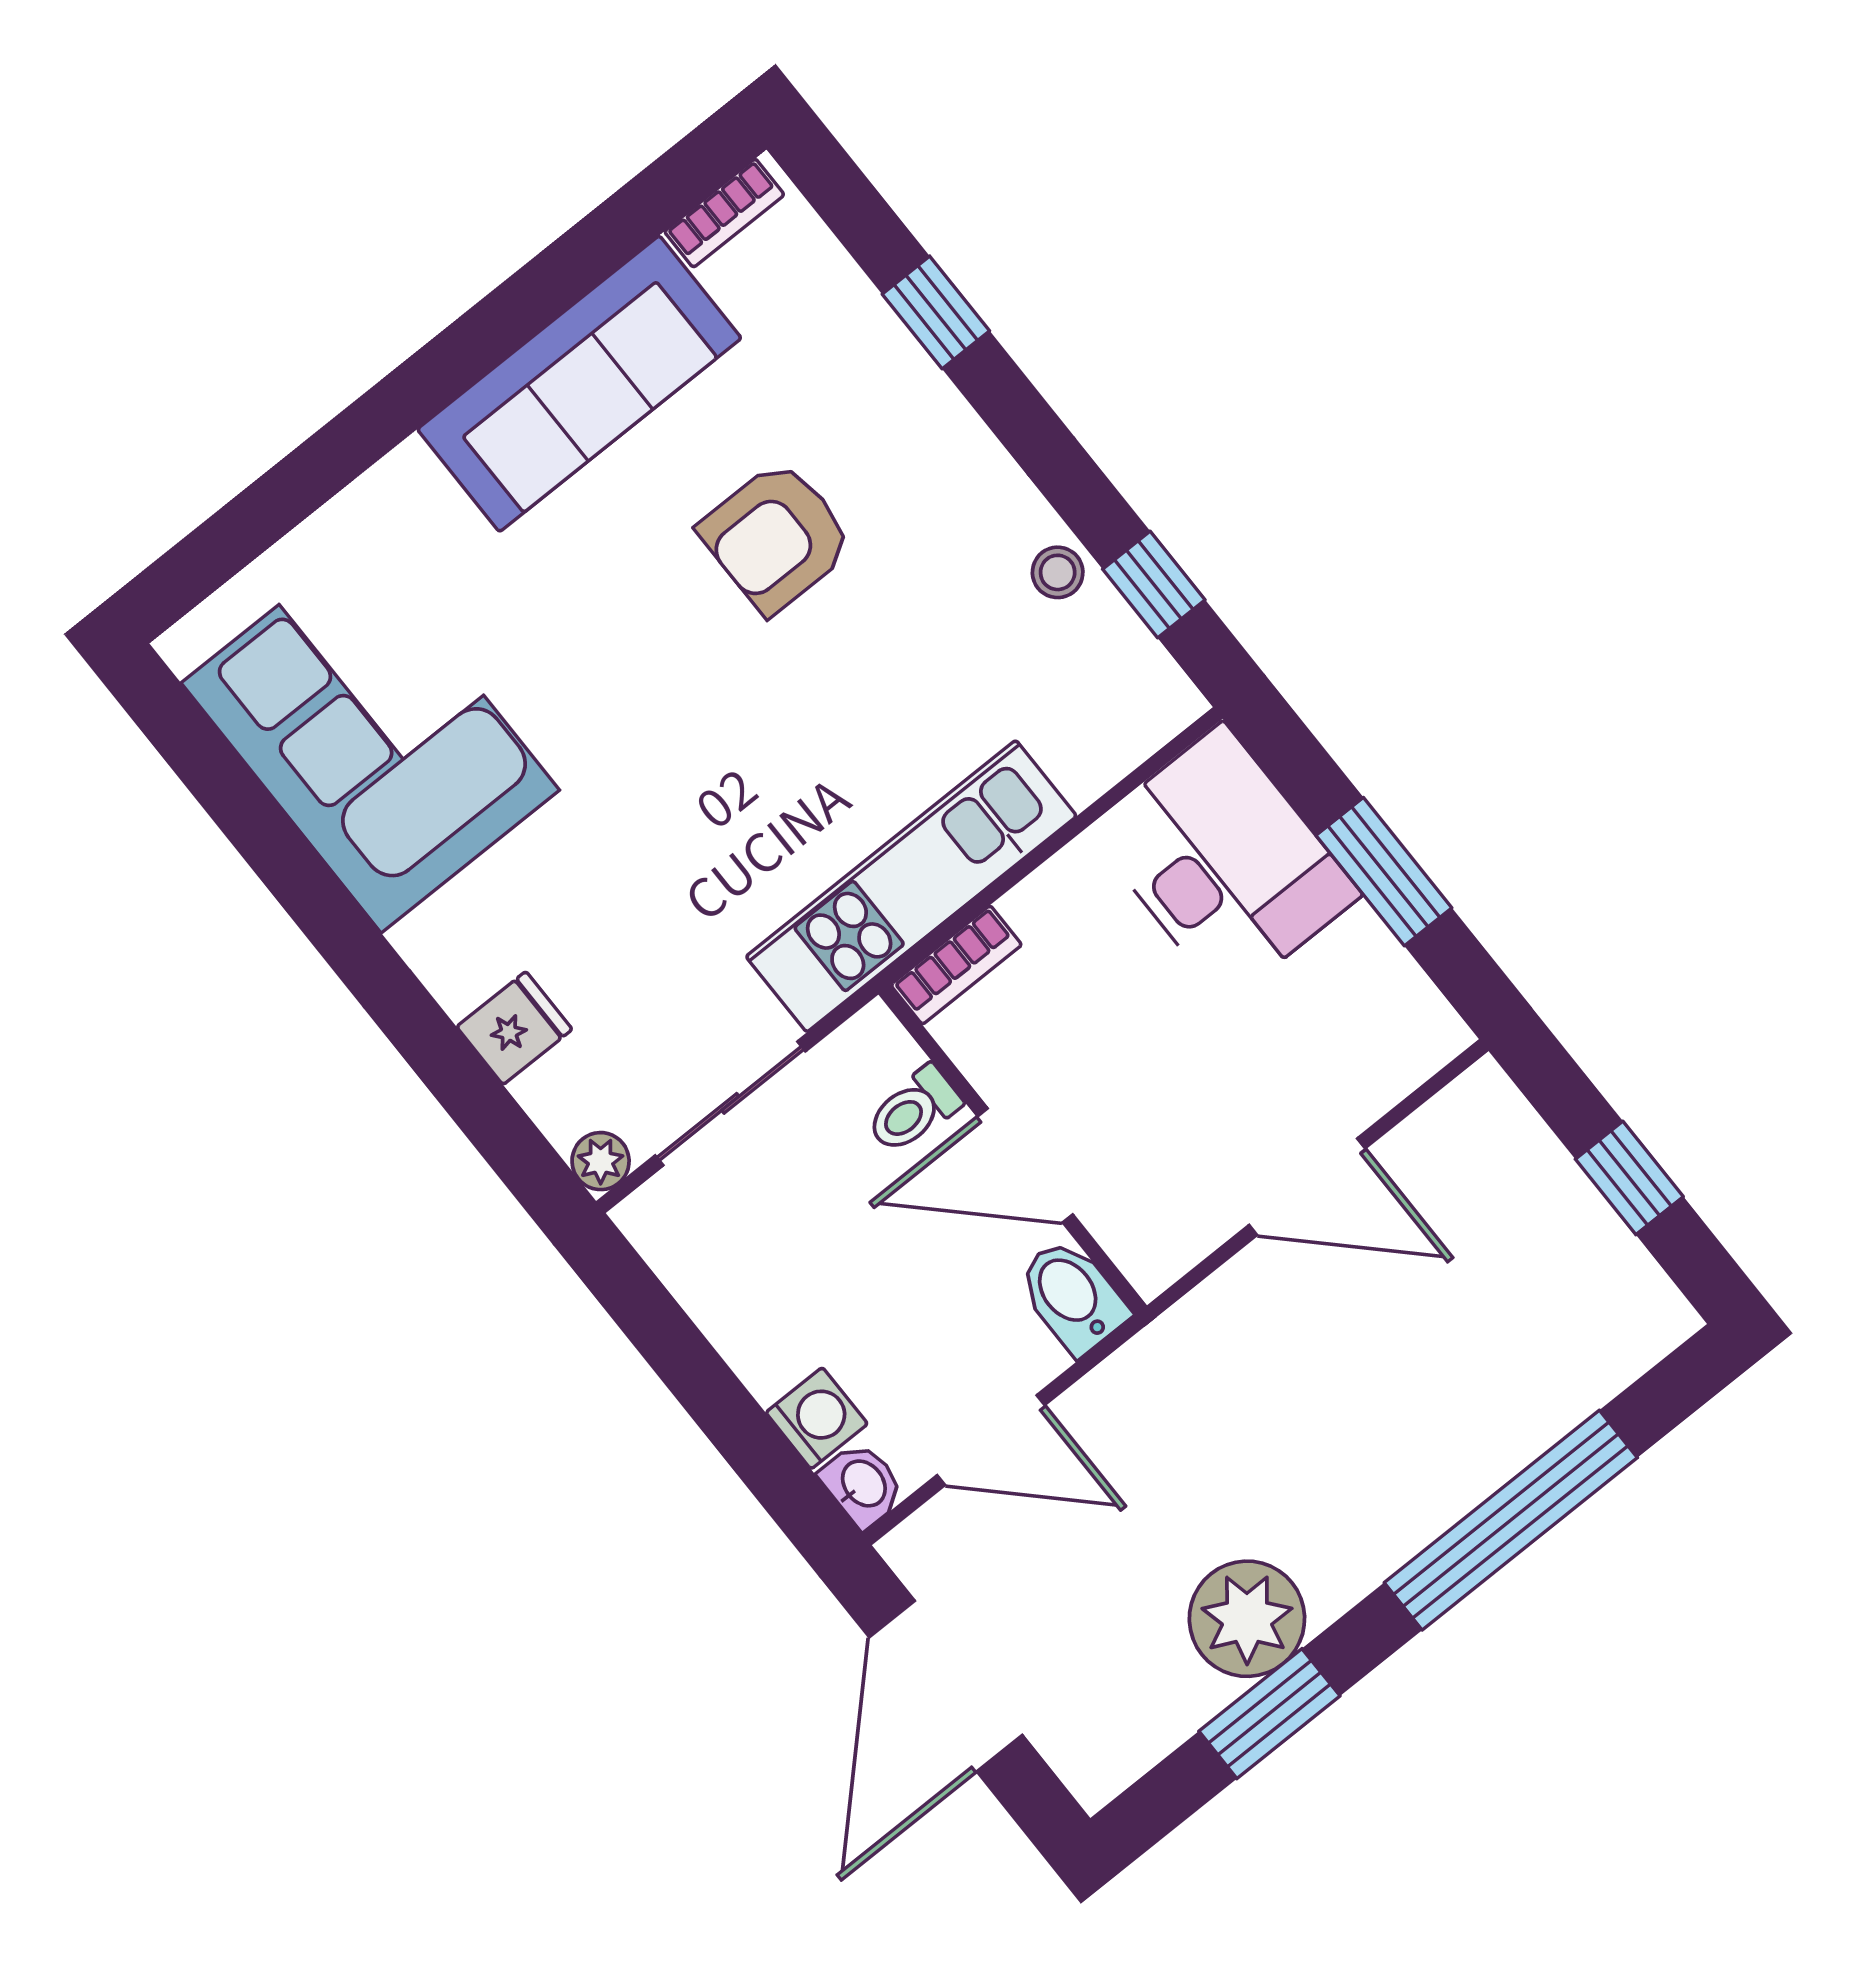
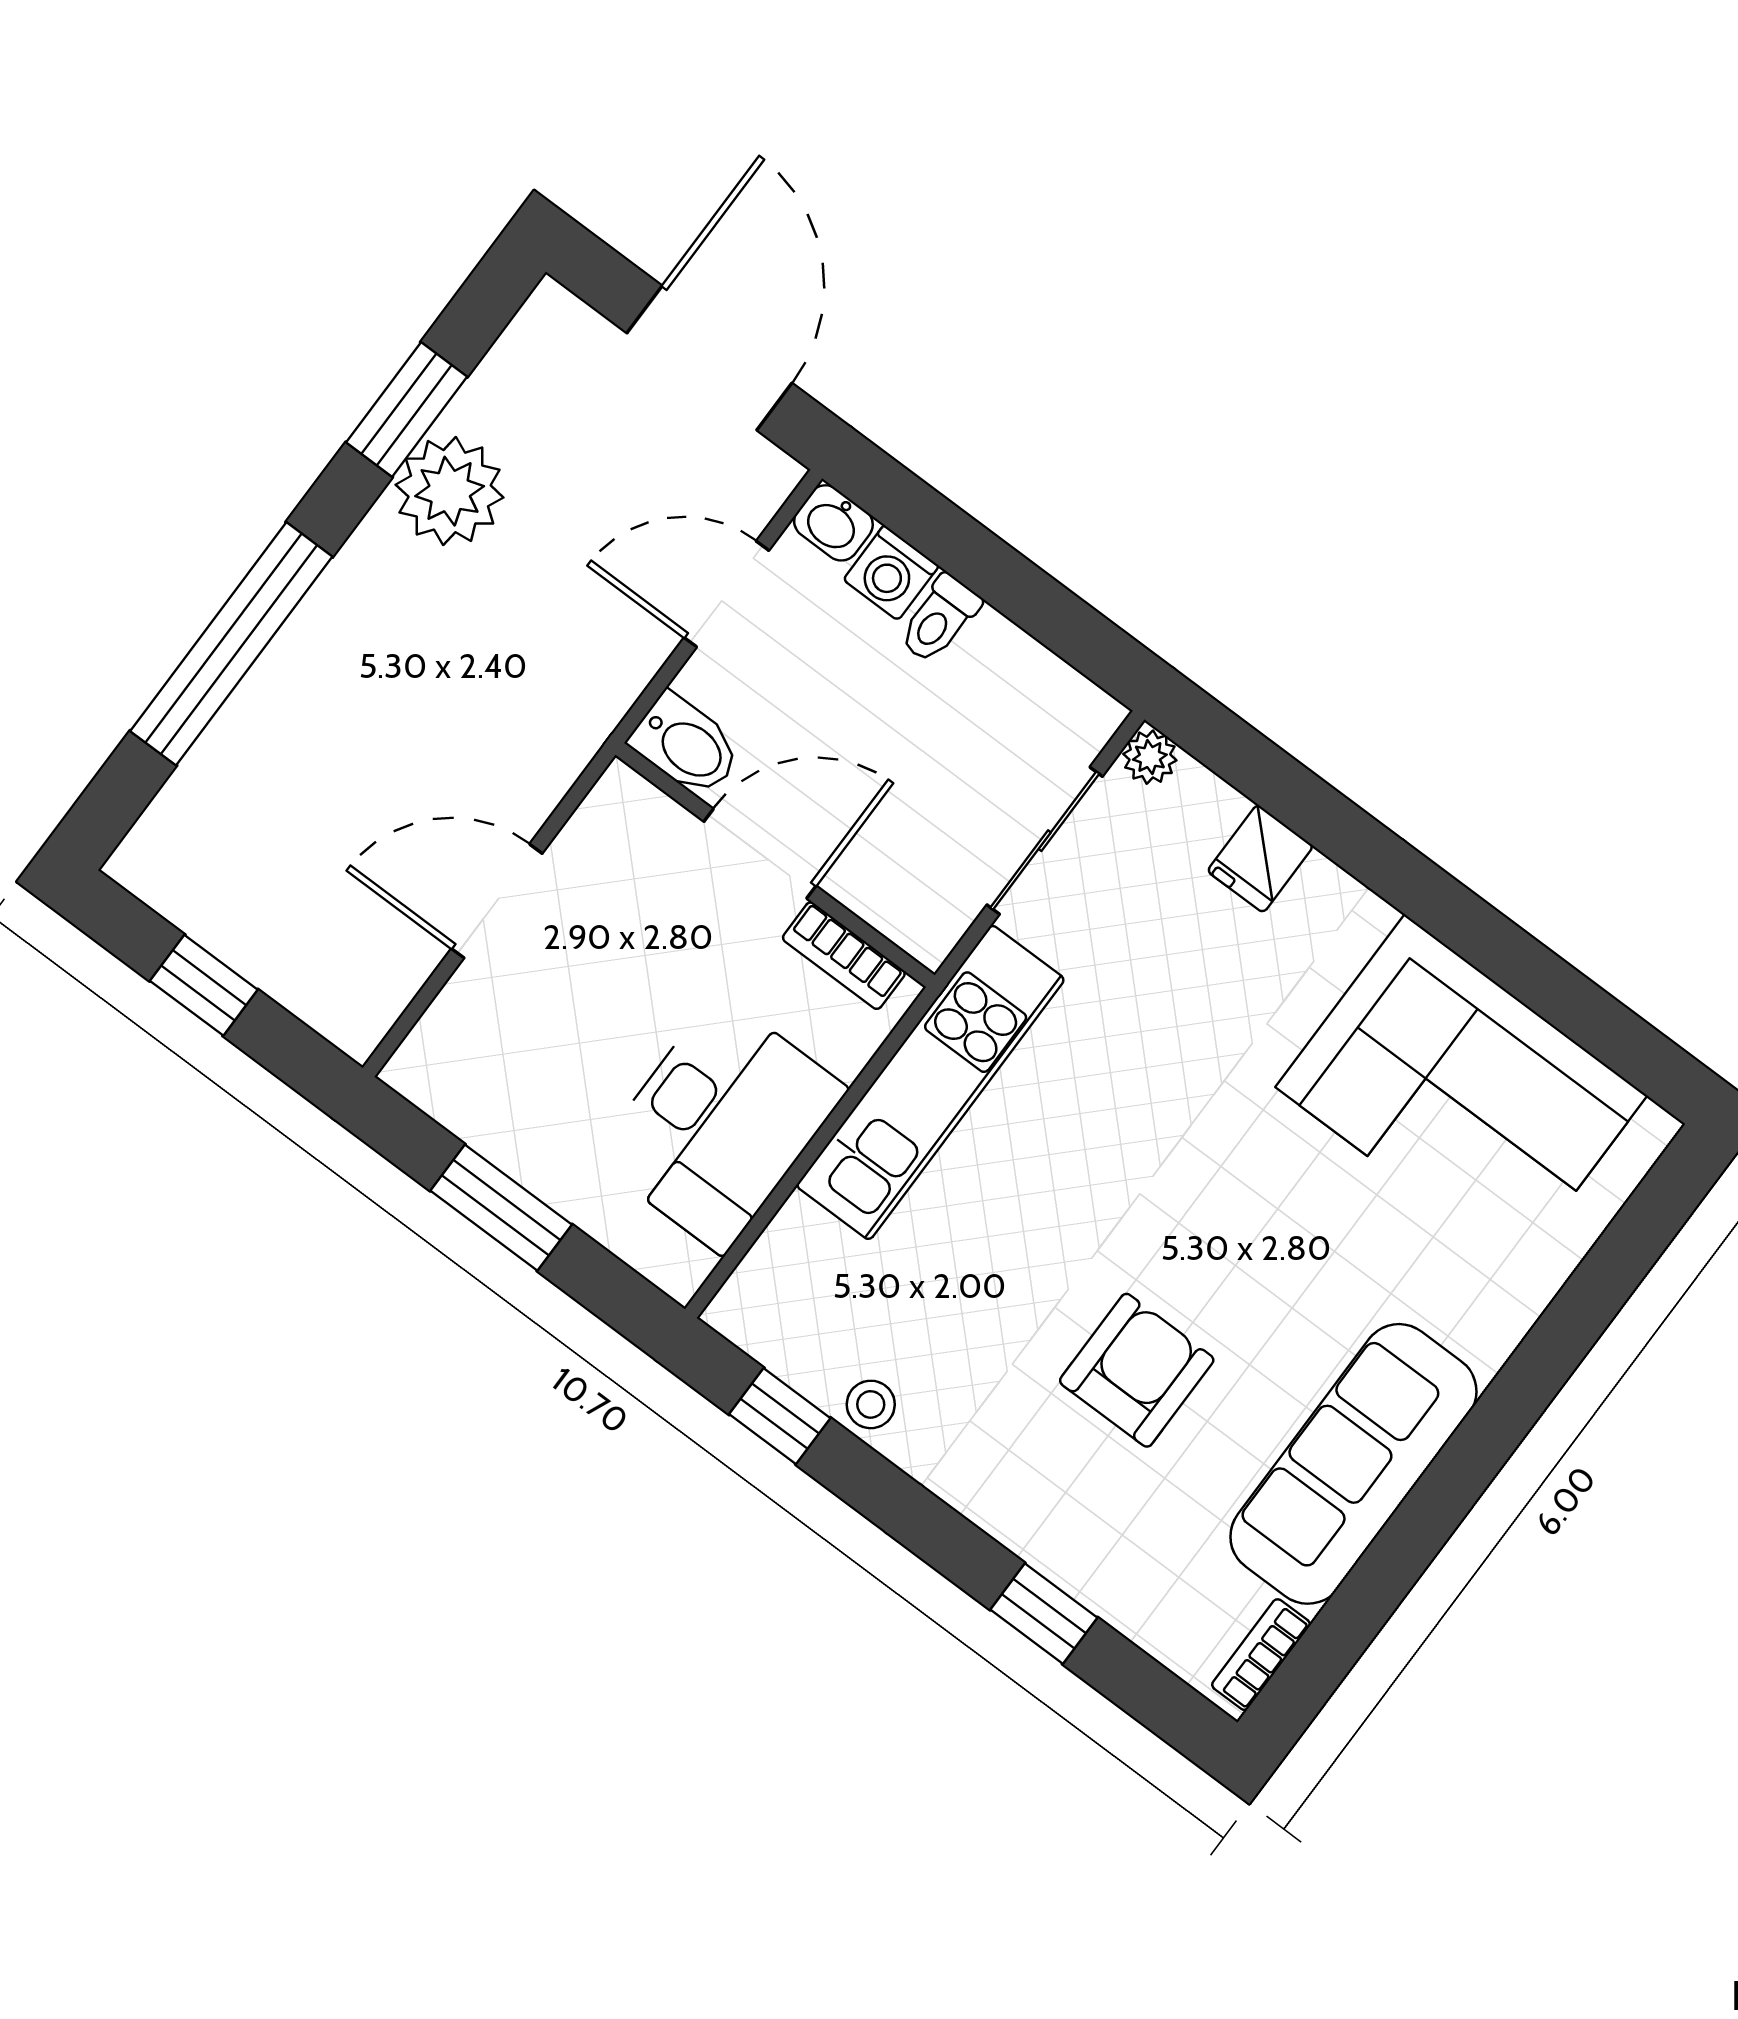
desk: (1225, 862) -> (720, 1123), moved, turned -90
bookcase: (956, 965) -> (844, 956), moved, turned -90
toilet: (913, 1110) -> (939, 619), moved, turned 180

